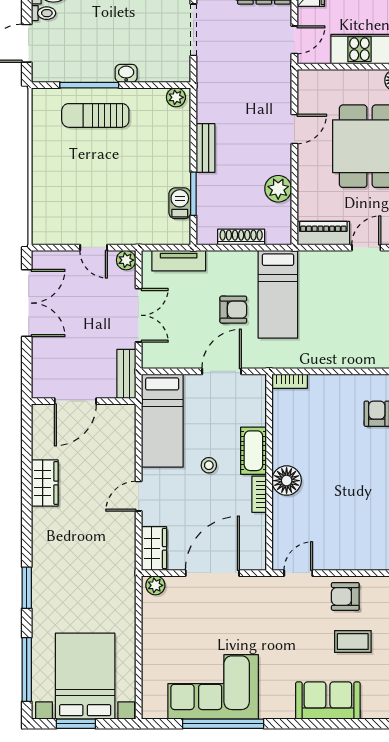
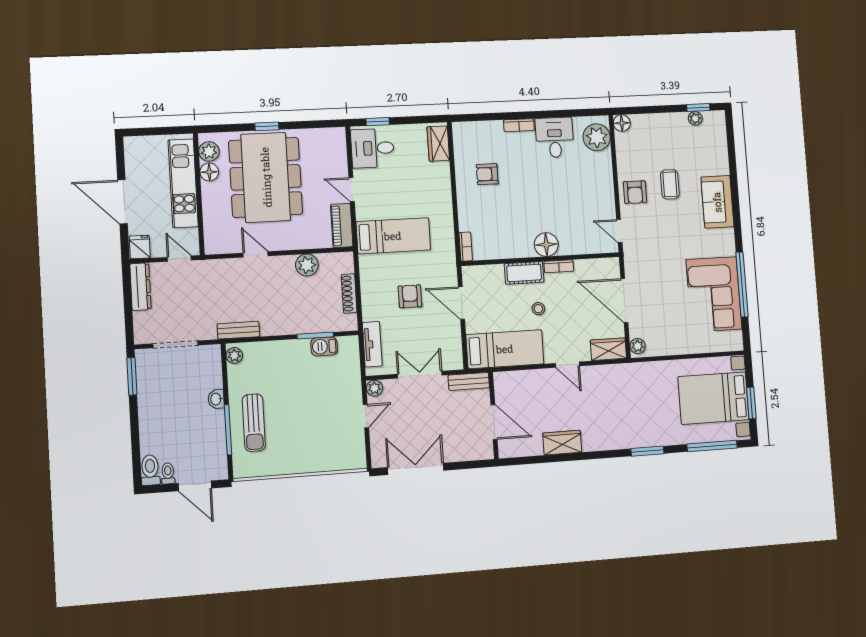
bench: (206, 148) -> (238, 330), moved
bed: (278, 294) -> (393, 236), moved

